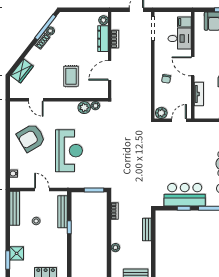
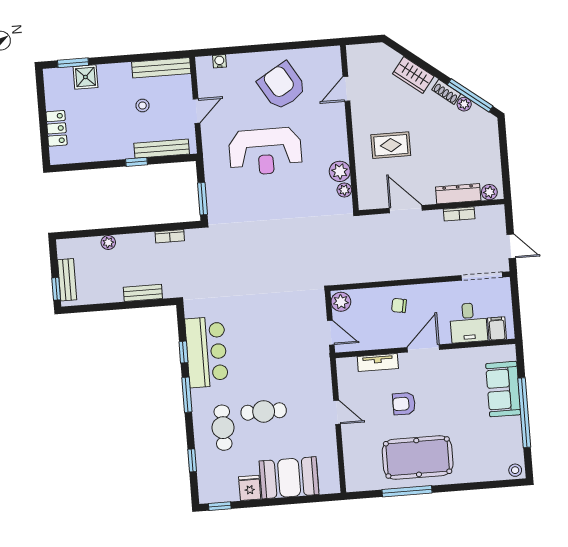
wardrobe: (22, 71) -> (413, 75), moved

